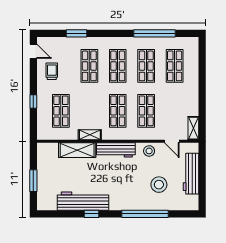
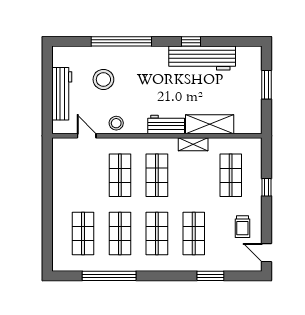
shelving: (193, 128) -> (59, 153), removed
workbench: (116, 150) -> (166, 124), width x0.73

